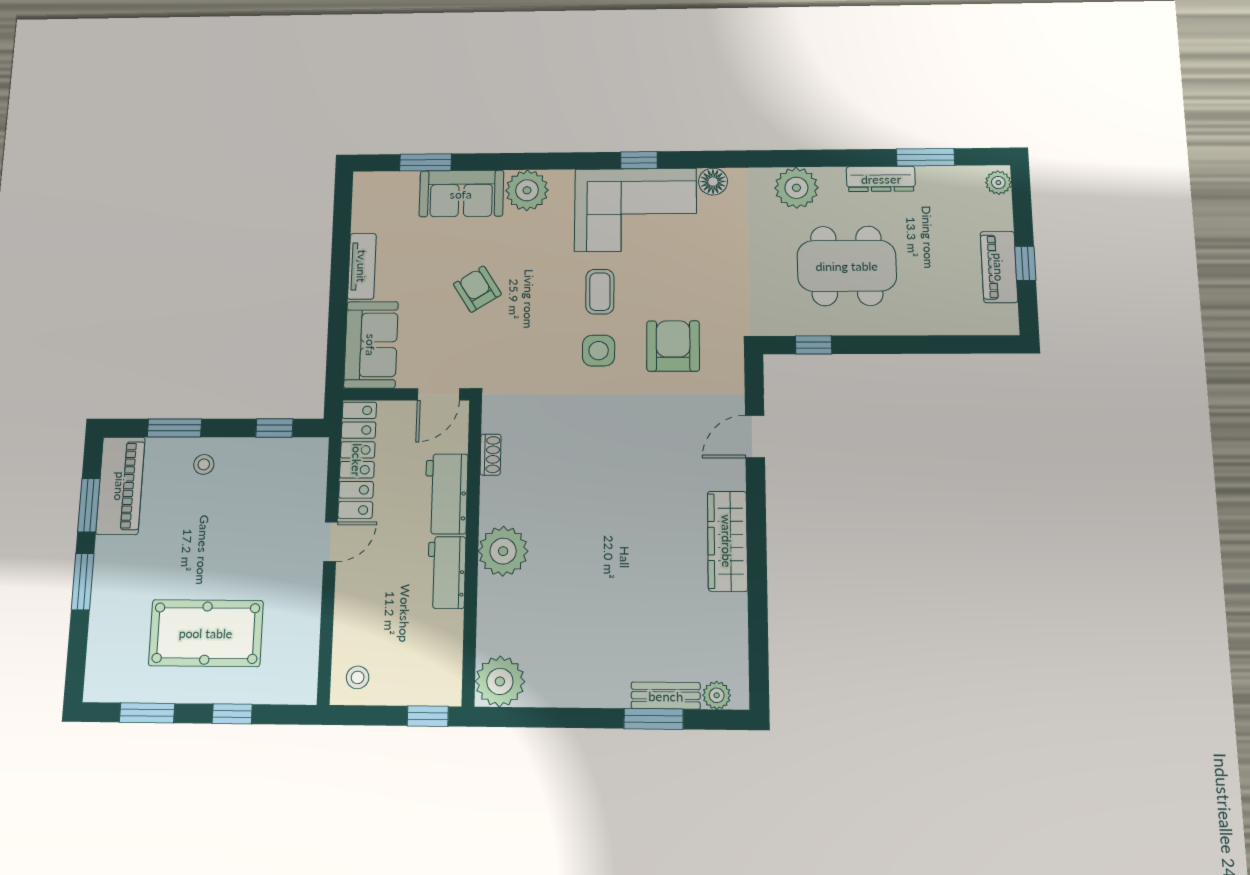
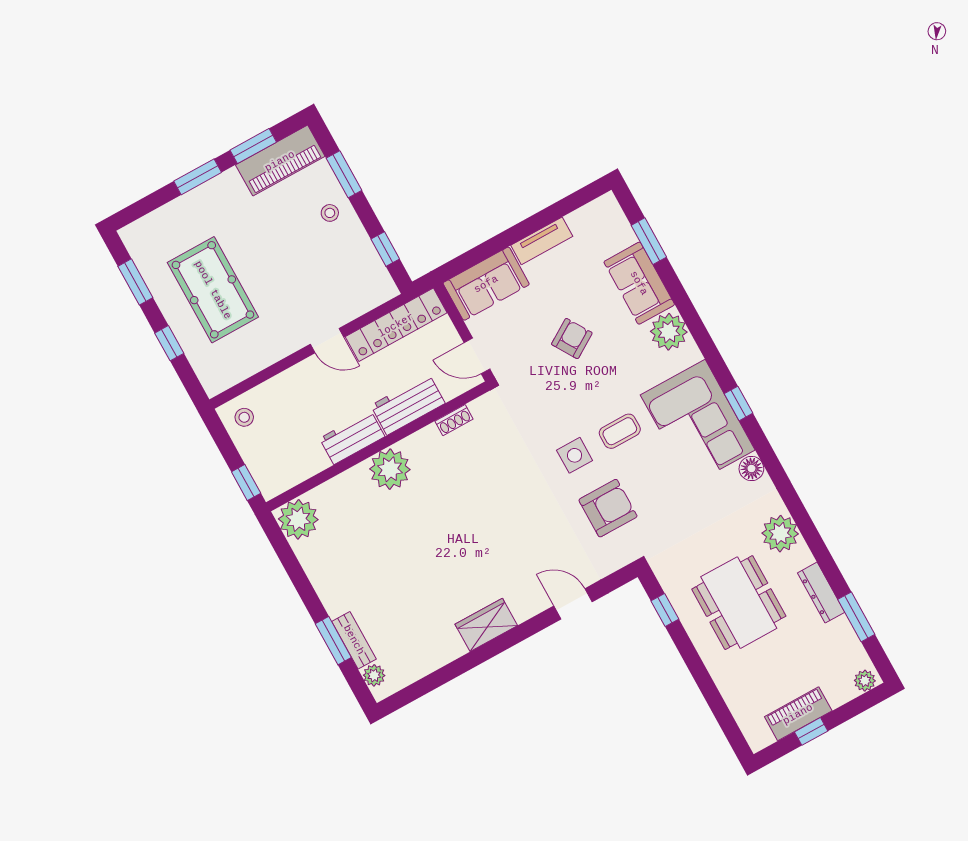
wardrobe: (727, 541) -> (486, 625), width x0.67

